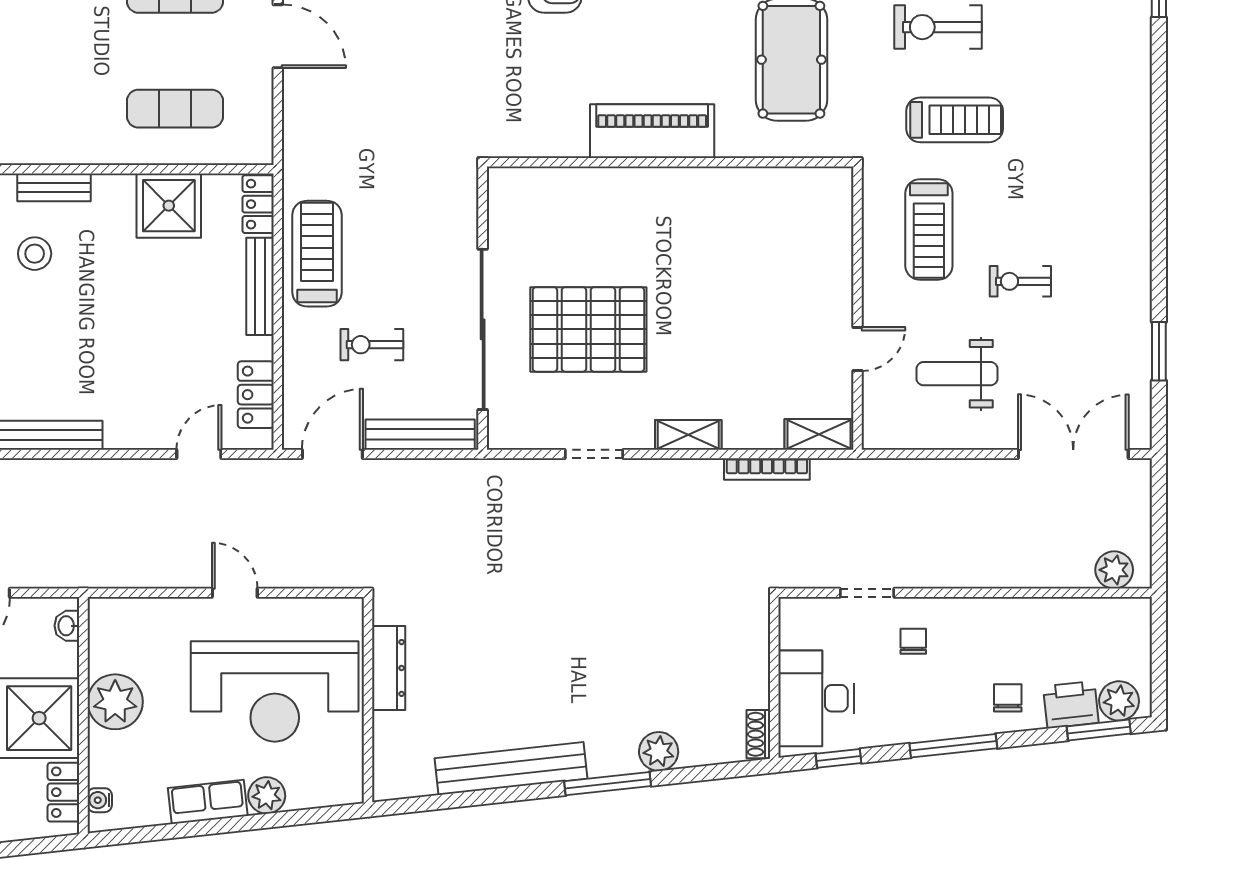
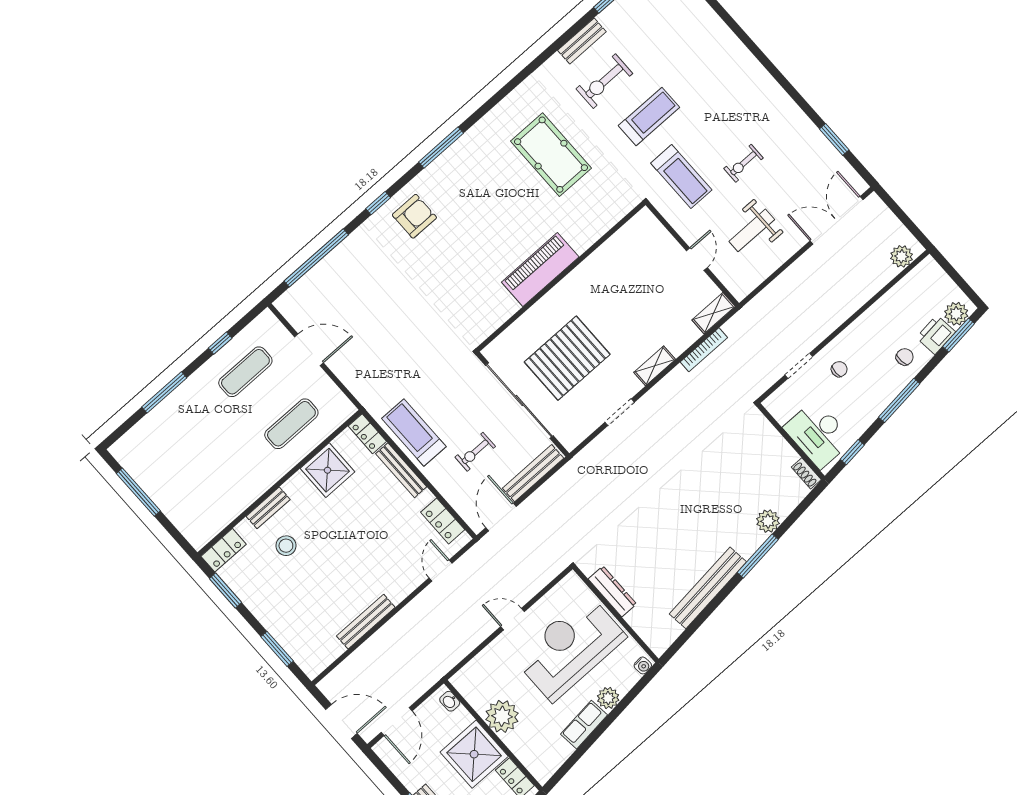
piano: (652, 131) -> (540, 270), moved
wall: (670, 162) -> (561, 276), moved
chair: (913, 641) -> (839, 369), turned 90
reception desk: (275, 691) -> (570, 648), turned 180
chair: (1008, 698) -> (905, 357), turned 83
water cooler: (100, 800) -> (643, 665), moved, turned -96

